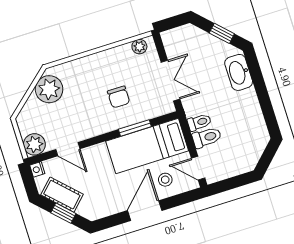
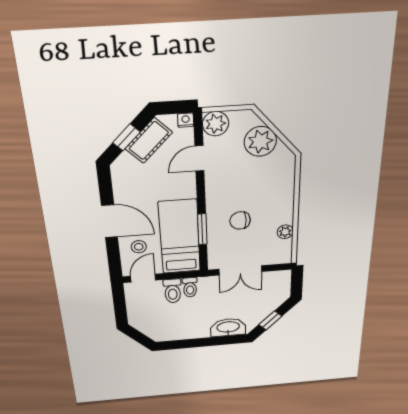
plant: (139, 47) -> (285, 232), moved
plant: (49, 89) -> (260, 141), moved

